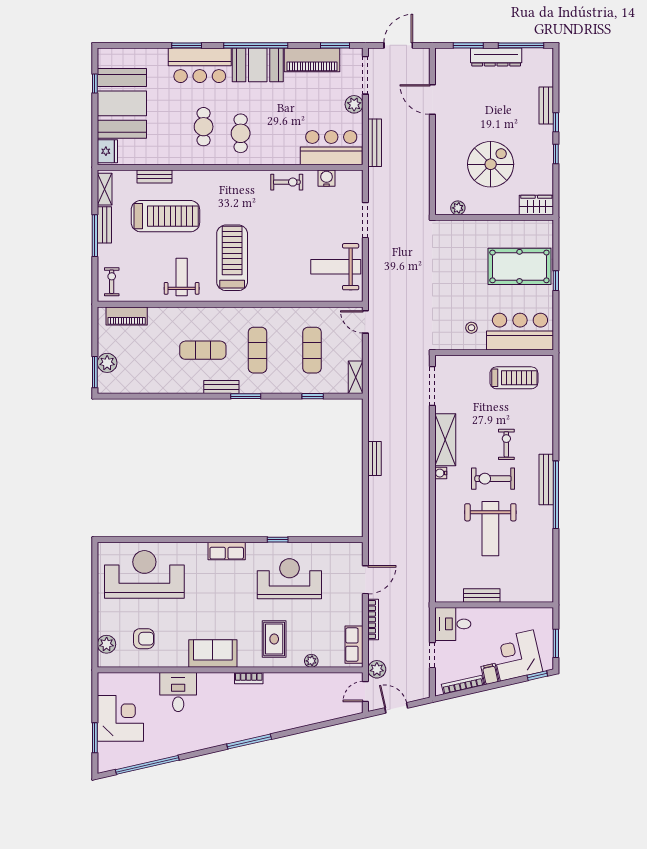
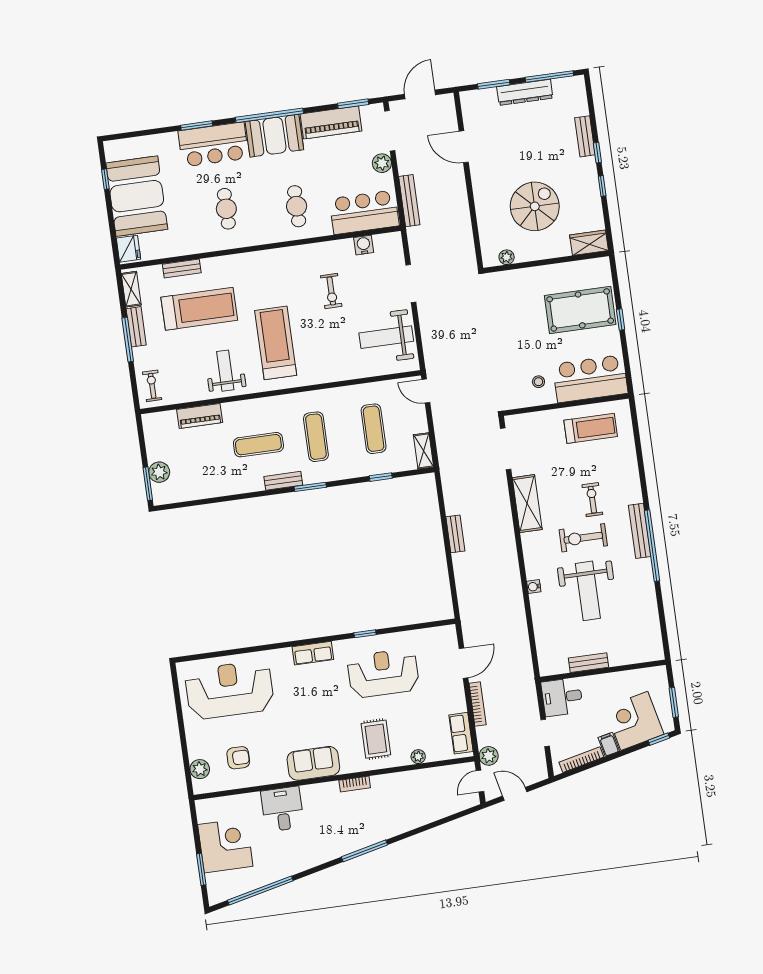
cafe table: (241, 133) -> (297, 206), moved
exercise bike: (287, 182) -> (331, 291), moved, turned 90
piano: (127, 316) -> (200, 416), moved
water cooler: (441, 473) -> (534, 587), moved

